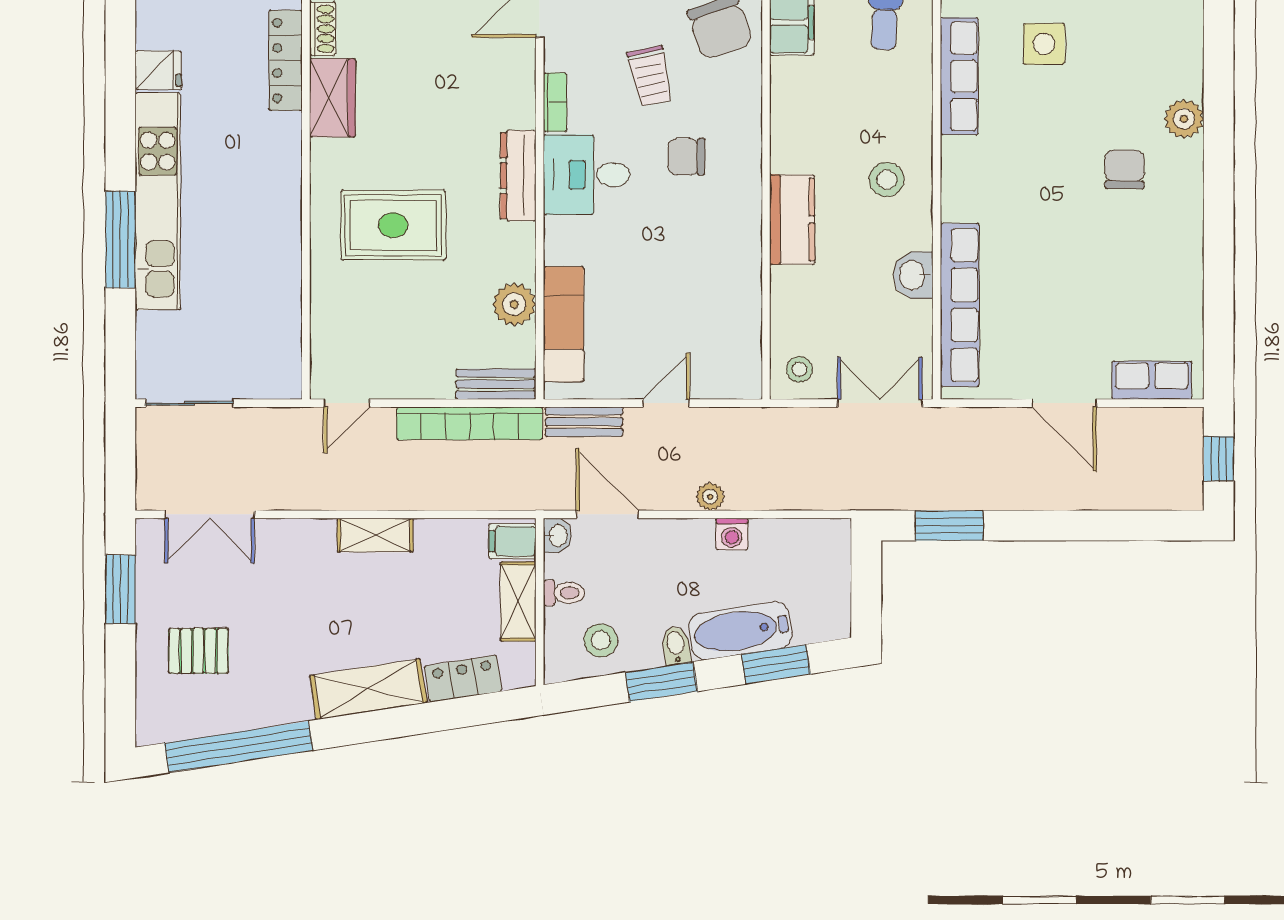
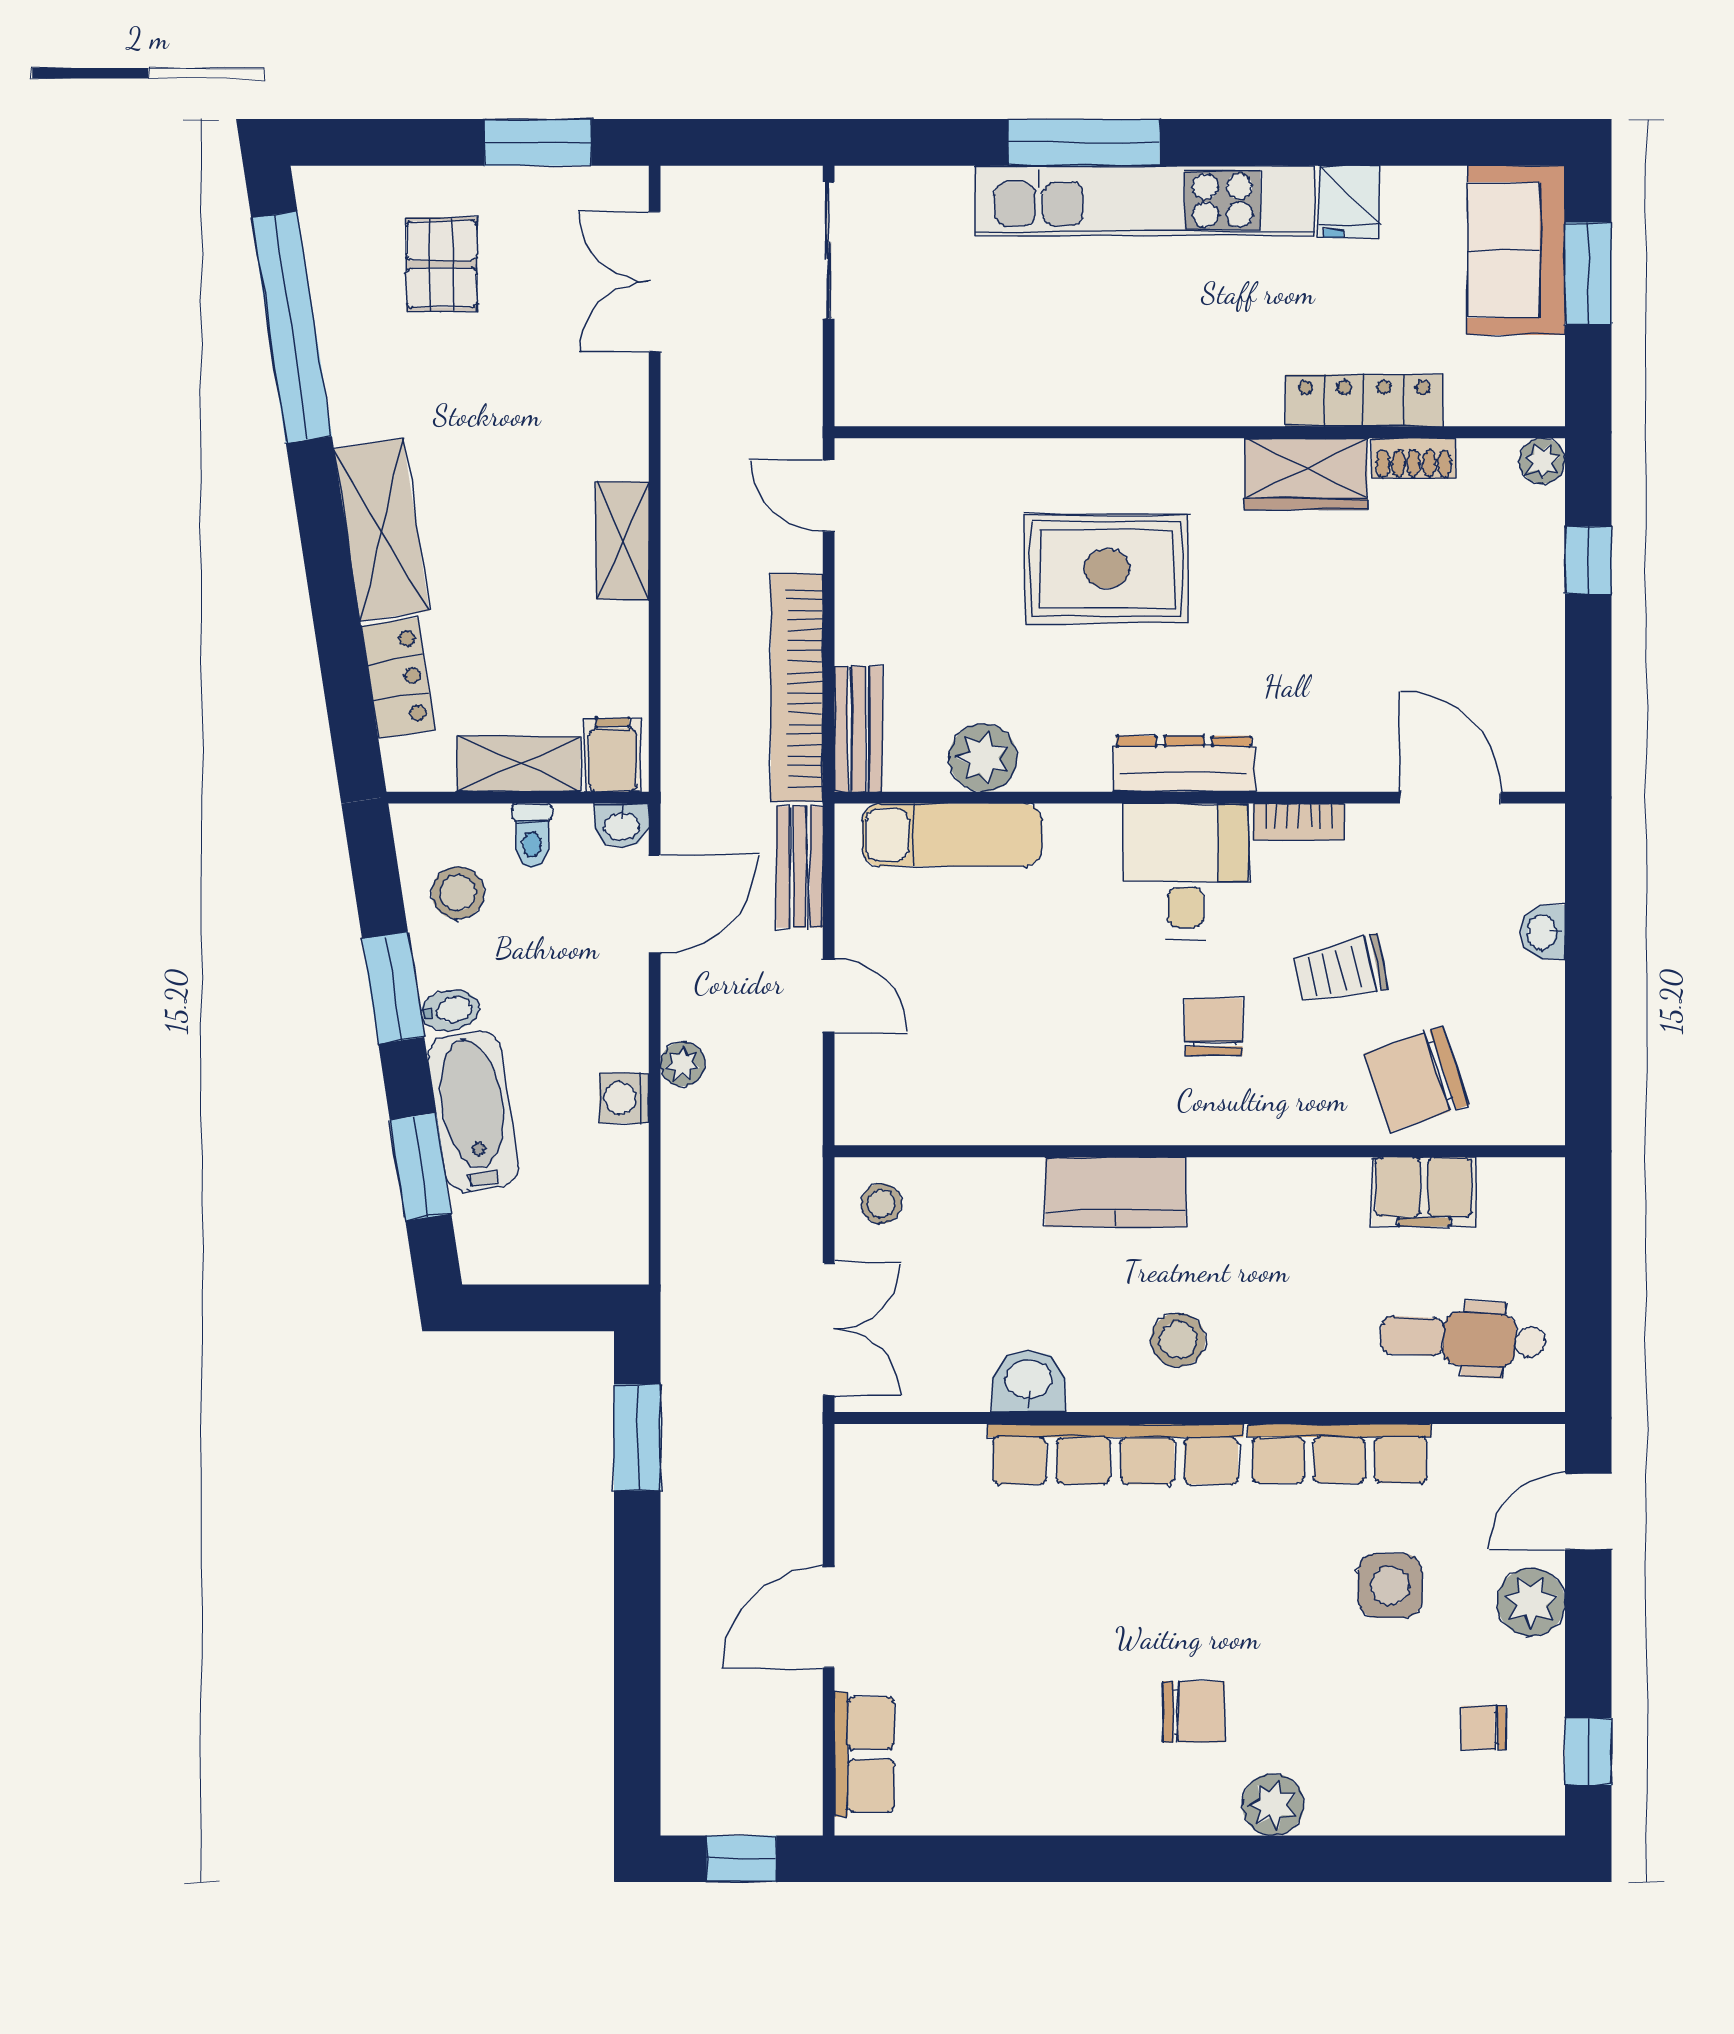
rug: (393, 225) -> (1107, 569), turned 90
row of seats: (960, 305) -> (1115, 1454), moved

